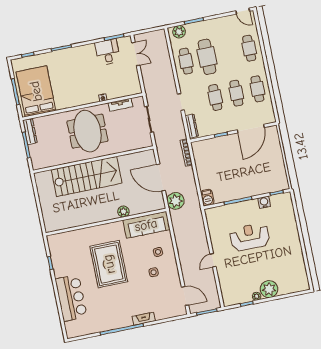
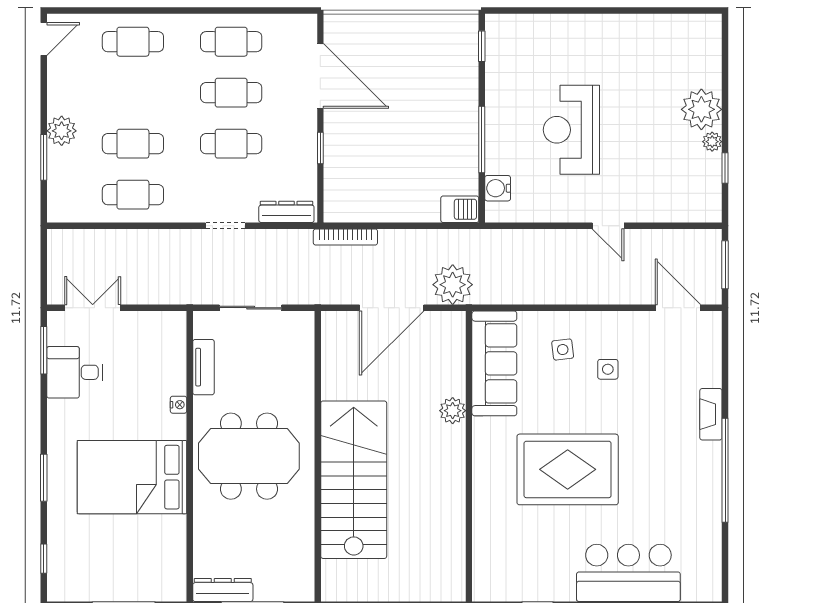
plant: (179, 32) -> (62, 131), moved
cafe table: (207, 57) -> (133, 144), width x0.73, depth x0.74
bed: (36, 91) -> (132, 477), moved
water cooler: (264, 202) -> (498, 188), moved
door: (185, 296) -> (678, 308), hinge flipped

